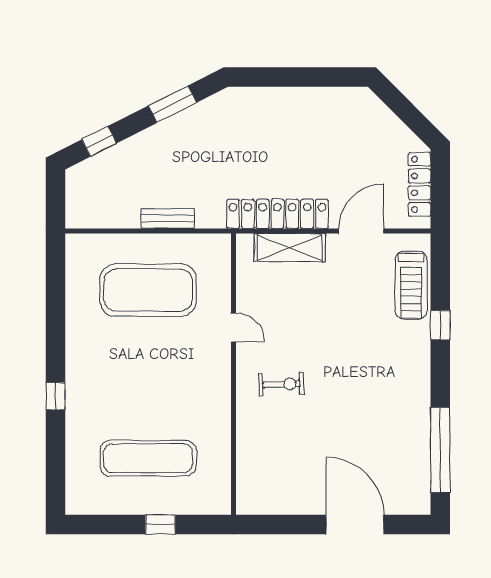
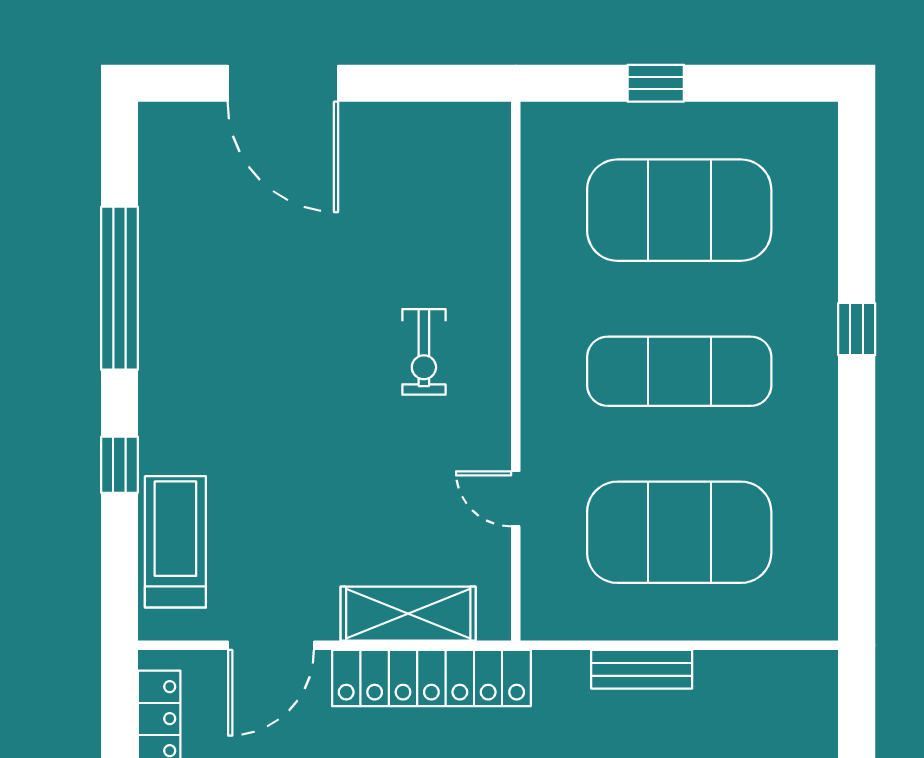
door: (233, 327) -> (516, 499), moved
exercise mat: (148, 374) -> (679, 371), added
exercise bike: (281, 384) -> (424, 352), turned -88
window: (440, 450) -> (119, 288), moved
exercise mat: (148, 458) -> (679, 210), width x1.47

